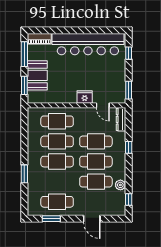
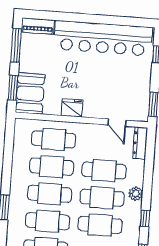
booth: (37, 75) -> (30, 93), moved
fridge: (85, 97) -> (72, 108), moved
window: (129, 147) -> (145, 218), moved
cafe table: (57, 182) -> (48, 221), added
plant: (120, 185) -> (136, 194), moved

